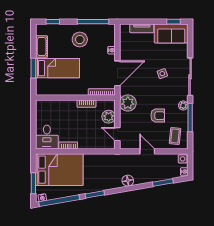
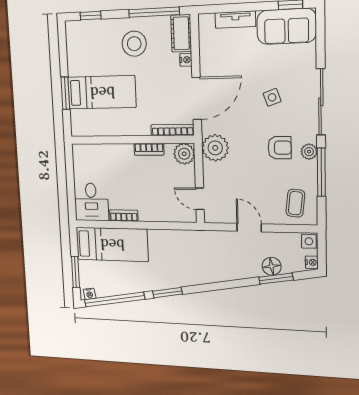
cot: (42, 47) -> (181, 33), moved
armchair: (158, 116) -> (280, 148), moved
plant: (109, 117) -> (184, 154), moved
bed: (59, 170) -> (112, 244), width x0.67
floor lamp: (128, 181) -> (272, 266), moved

